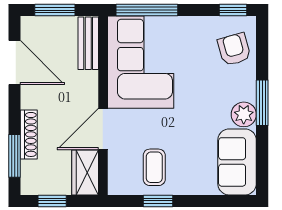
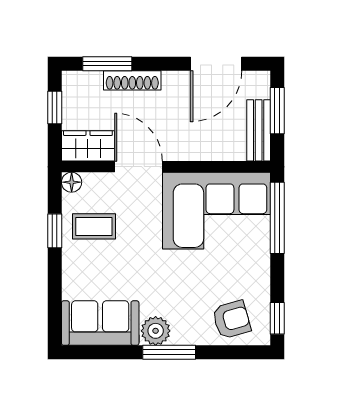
bench: (88, 43) -> (259, 130), moved, turned 90
floor lamp: (116, 187) -> (72, 182), added

